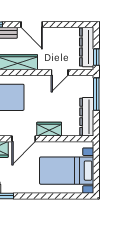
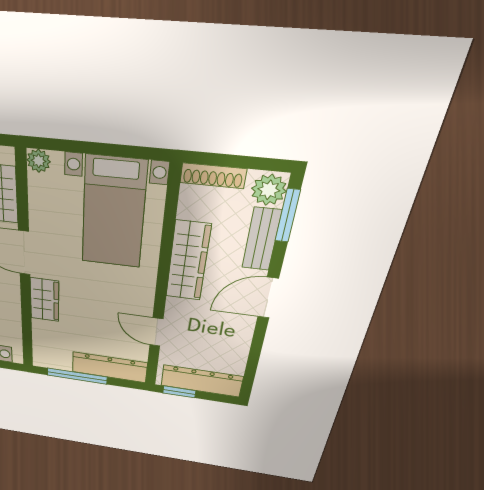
window: (96, 94) -> (77, 376), moved
dresser: (87, 117) -> (109, 367), moved

